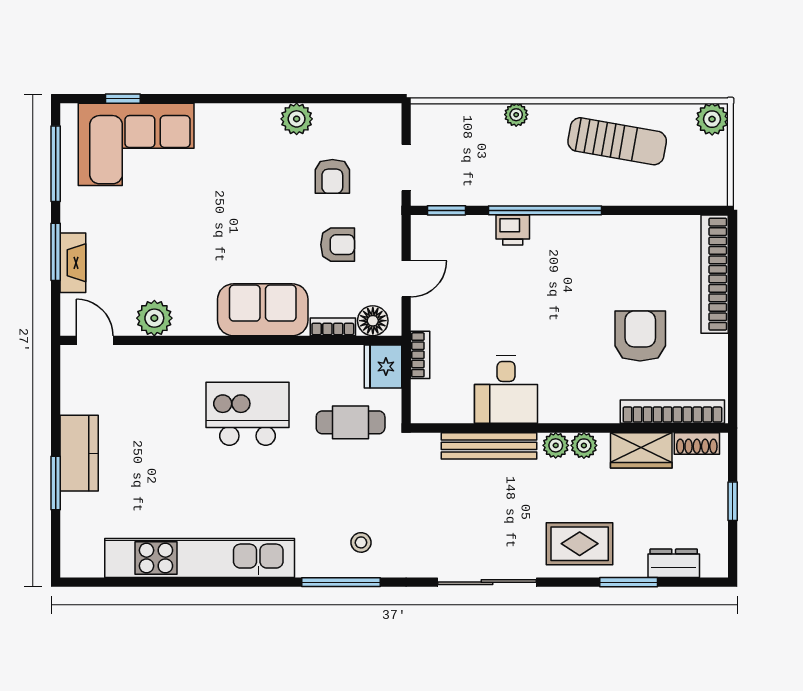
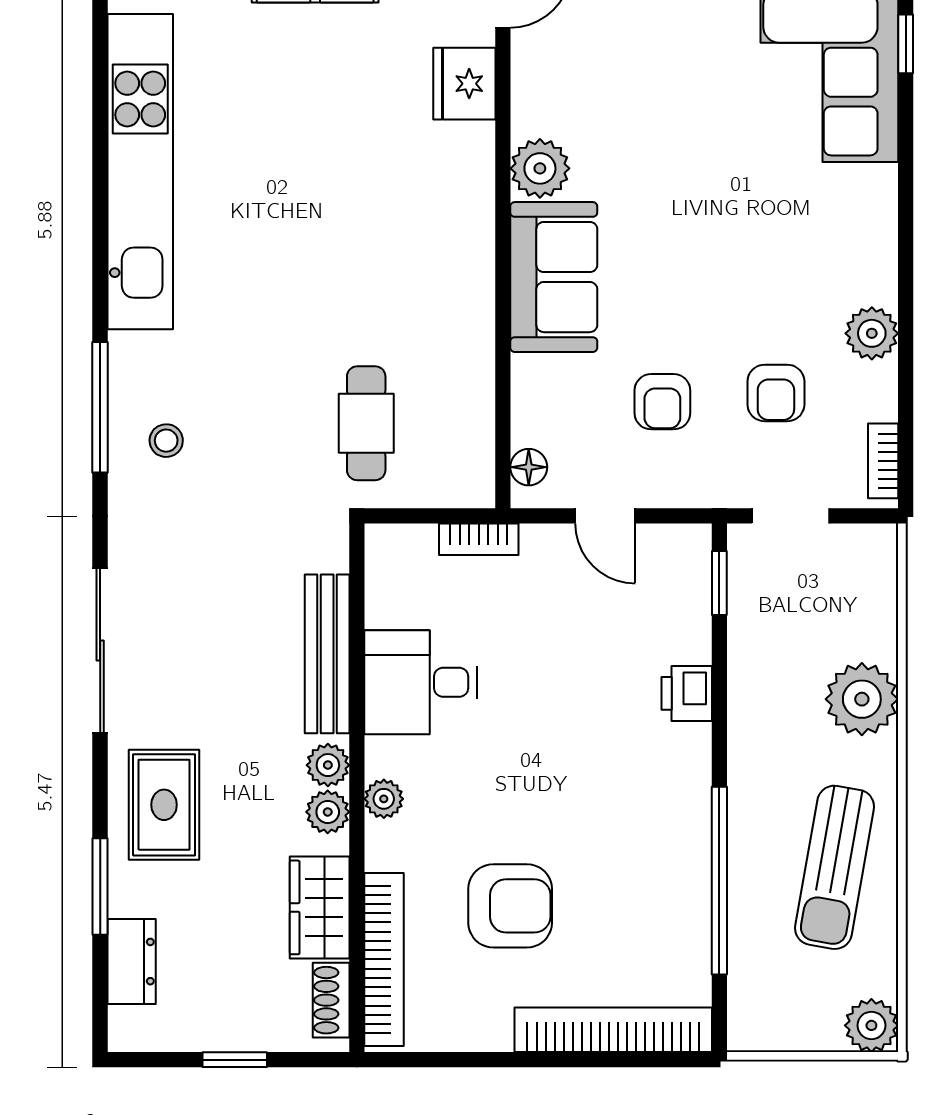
plant: (516, 115) -> (862, 699), width x1.88, depth x1.88
armchair: (332, 176) -> (776, 393), turned -90
window: (545, 210) -> (719, 881), moved
plant: (154, 318) -> (540, 168), moved
floor lamp: (373, 321) -> (529, 467), width x0.73, depth x0.73
bookcase: (333, 327) -> (883, 461), moved, turned 180
fridge: (383, 367) -> (464, 84), moved, turned -90
plant: (576, 412) -> (384, 799), added
kitchen island: (248, 414) -> (381, 252), removed

